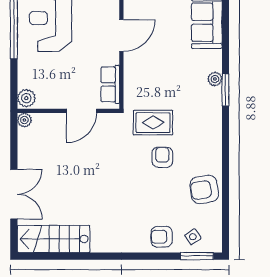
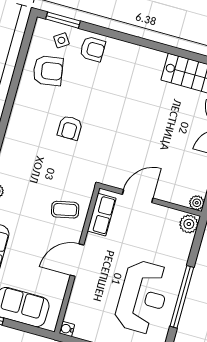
coffee table: (146, 80) -> (65, 210), added
rug: (153, 123) -> (70, 165), removed
armchair: (204, 190) -> (48, 71), moved

